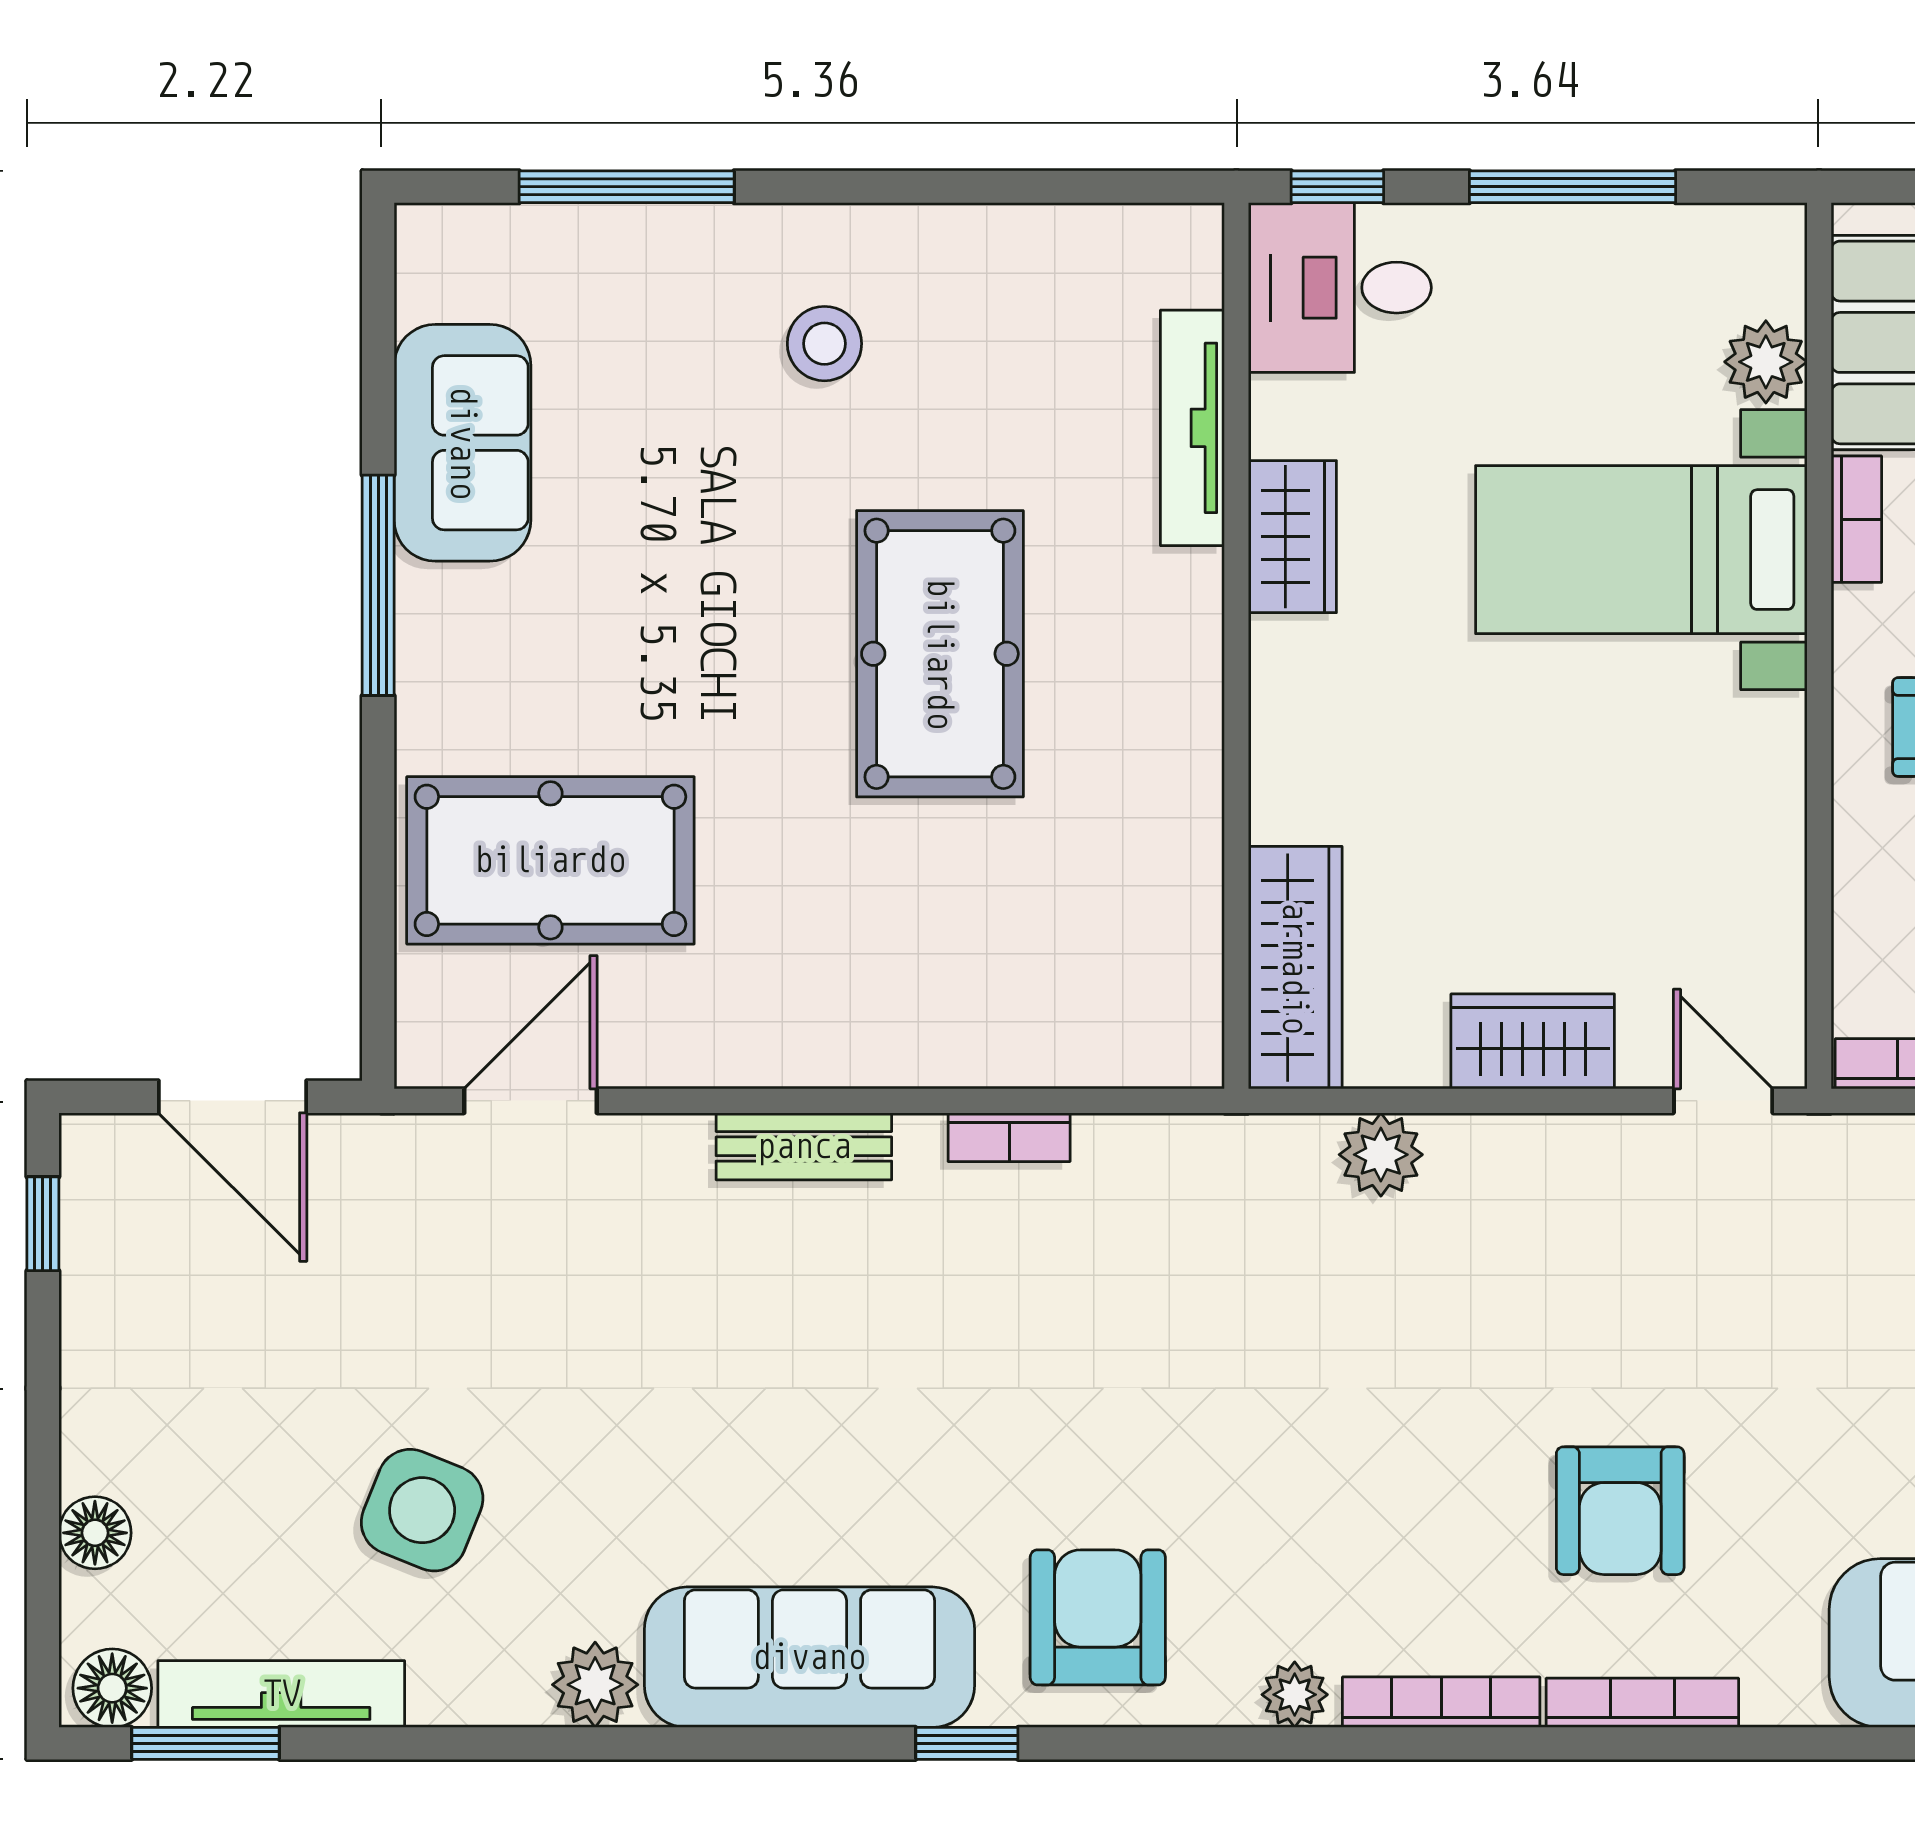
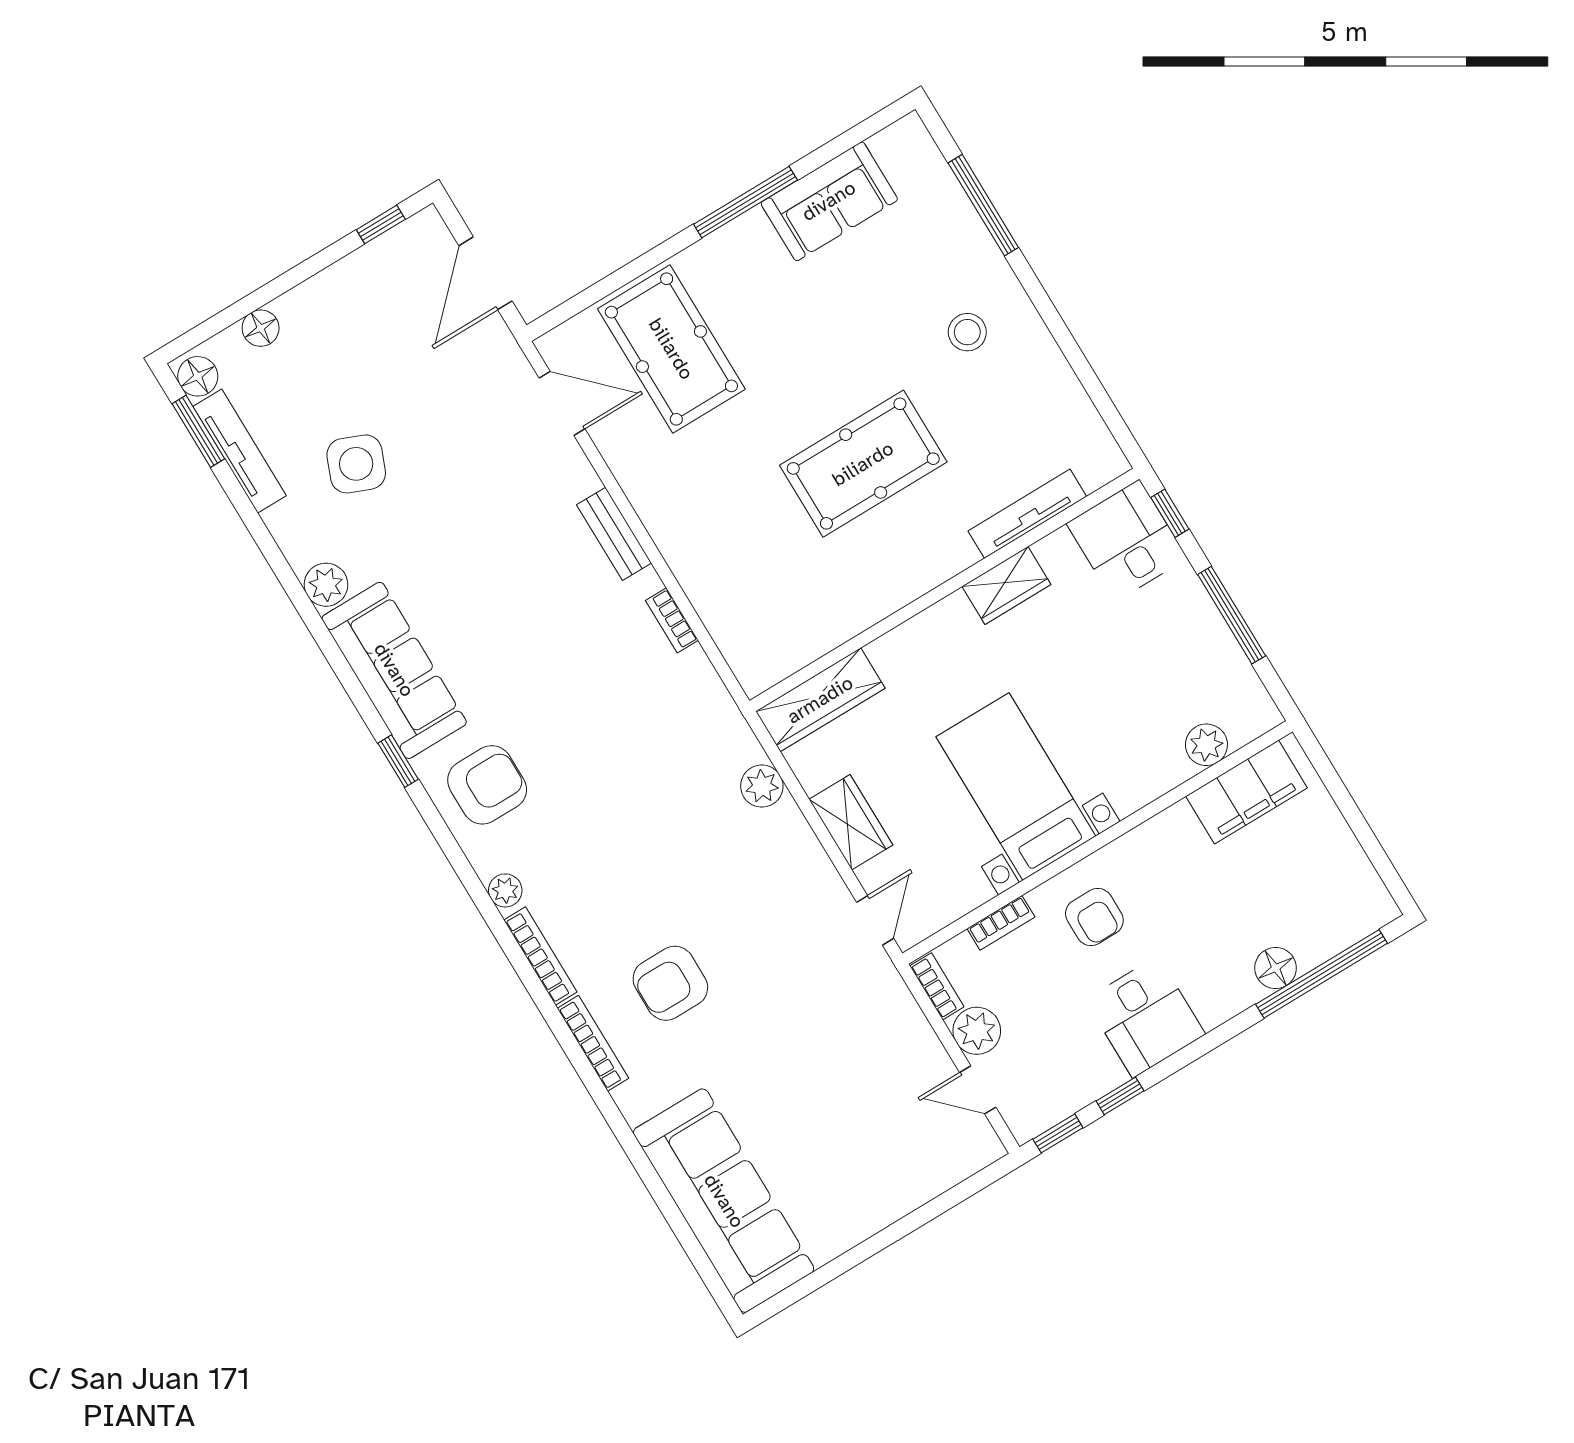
bookcase: (1856, 519) -> (1001, 923), moved
bed with nightstands: (1641, 550) -> (1016, 786), moved

